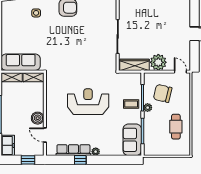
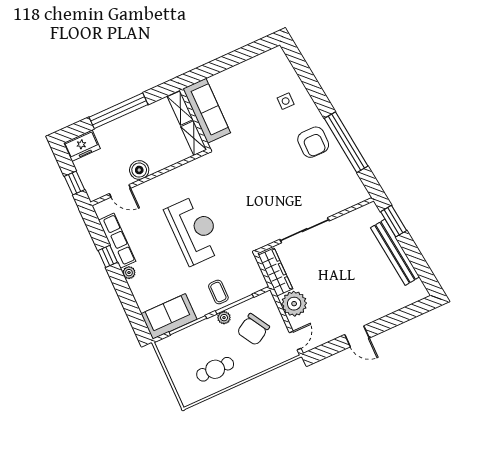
chair: (163, 93) -> (253, 329), turned -134
door: (45, 135) -> (120, 191), swing flipped

